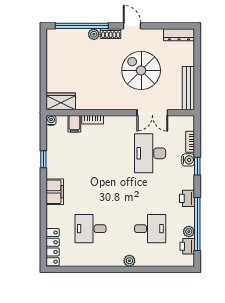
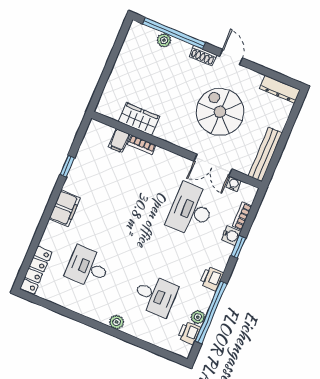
plant: (94, 34) -> (164, 40), moved
wardrobe: (61, 101) -> (139, 119), moved
water cooler: (51, 120) -> (234, 184), moved

